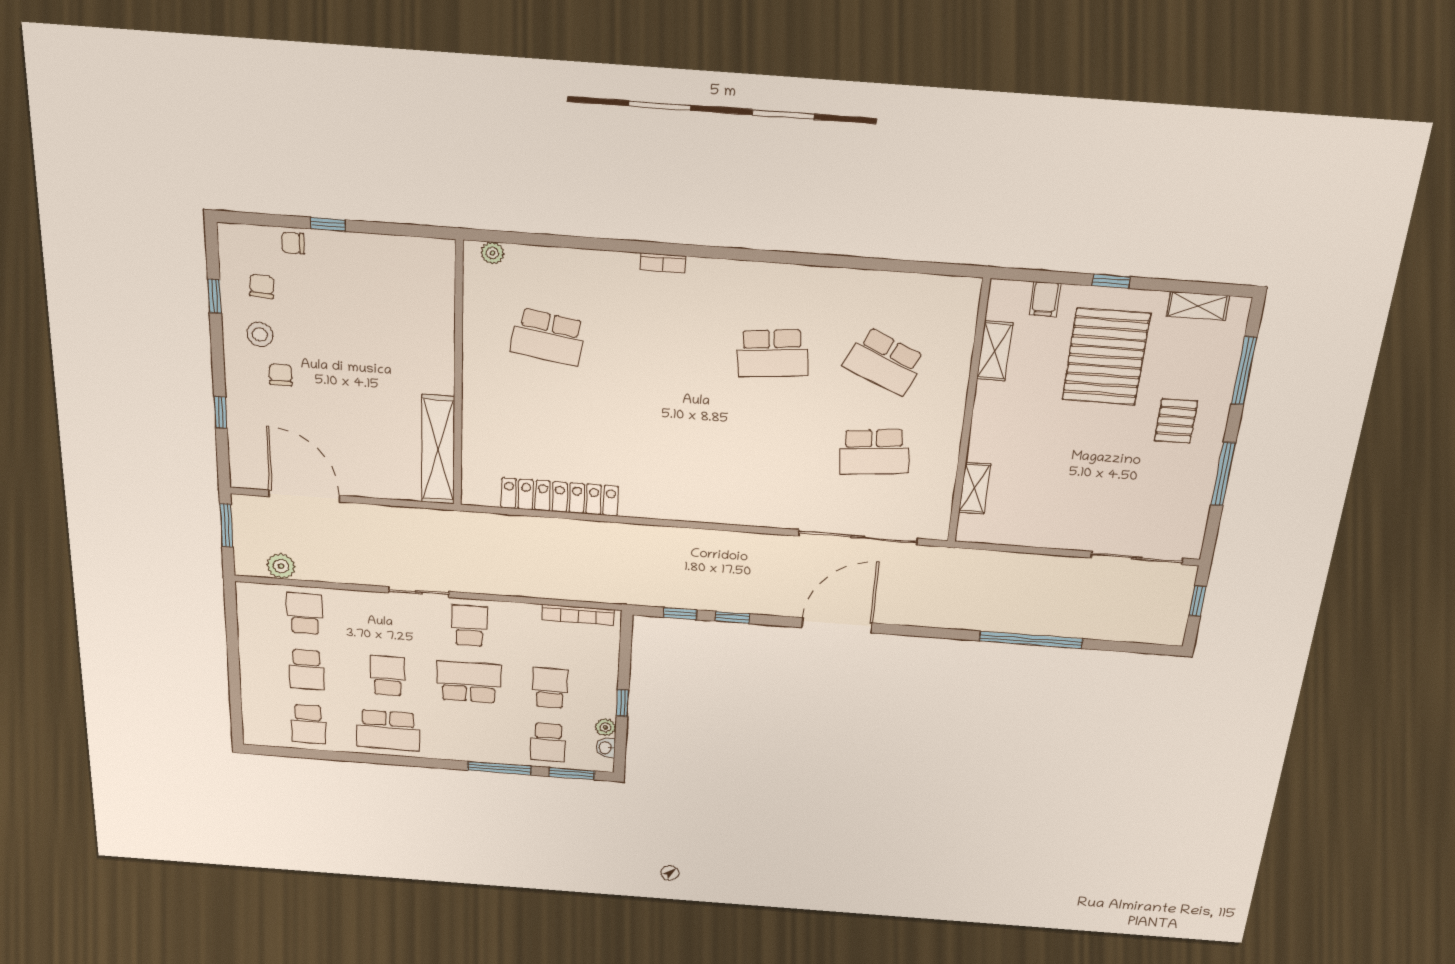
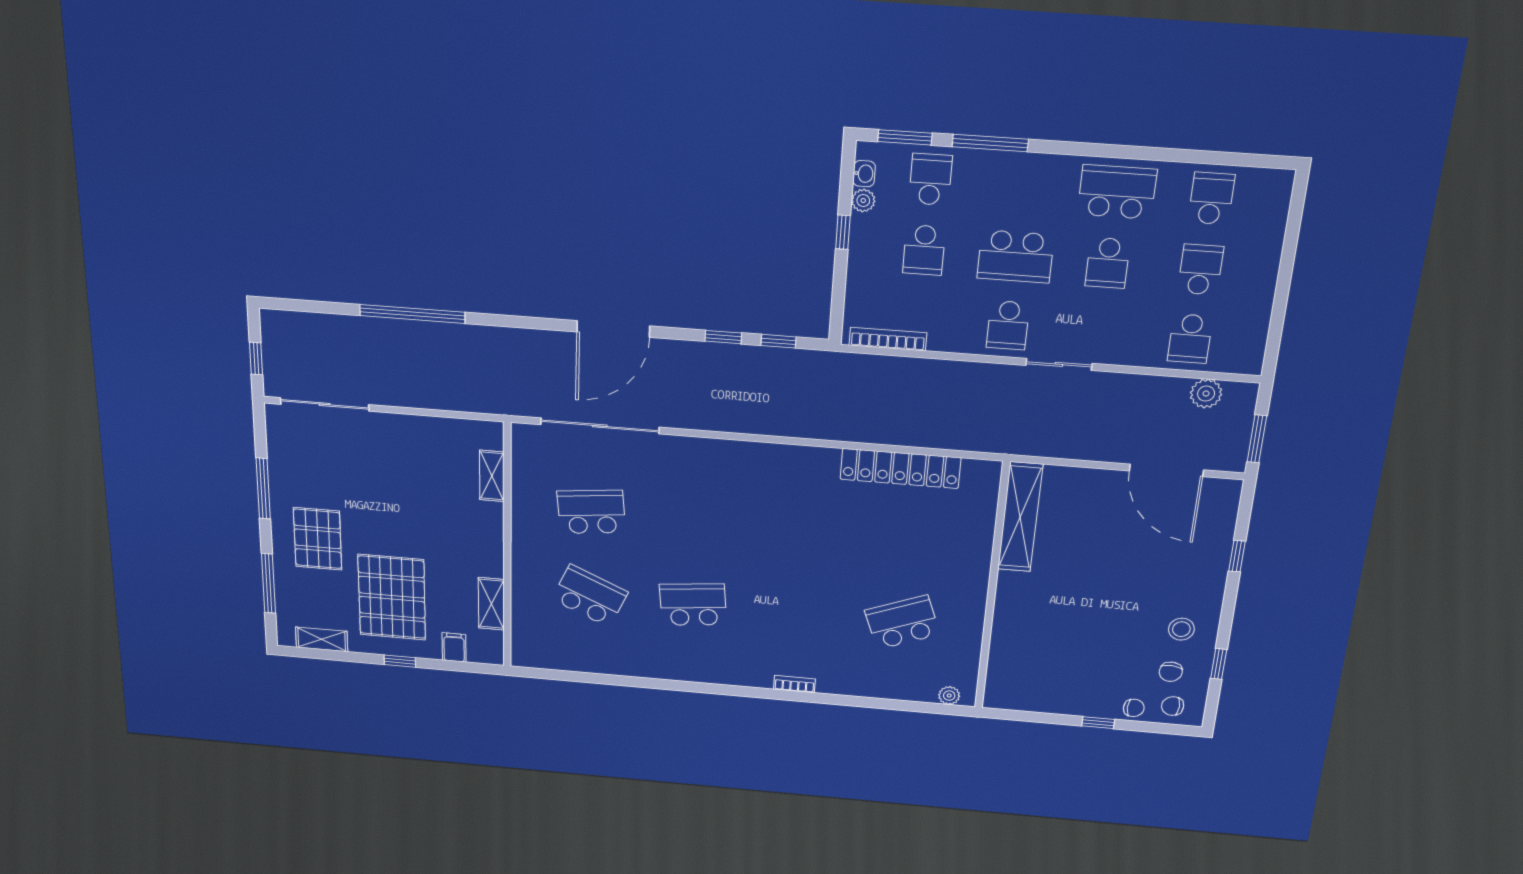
school desk: (548, 337) -> (902, 622), turned -30
chair: (280, 375) -> (1173, 706), moved, turned 90
pallet: (1176, 421) -> (318, 539), width x1.50, depth x1.42

